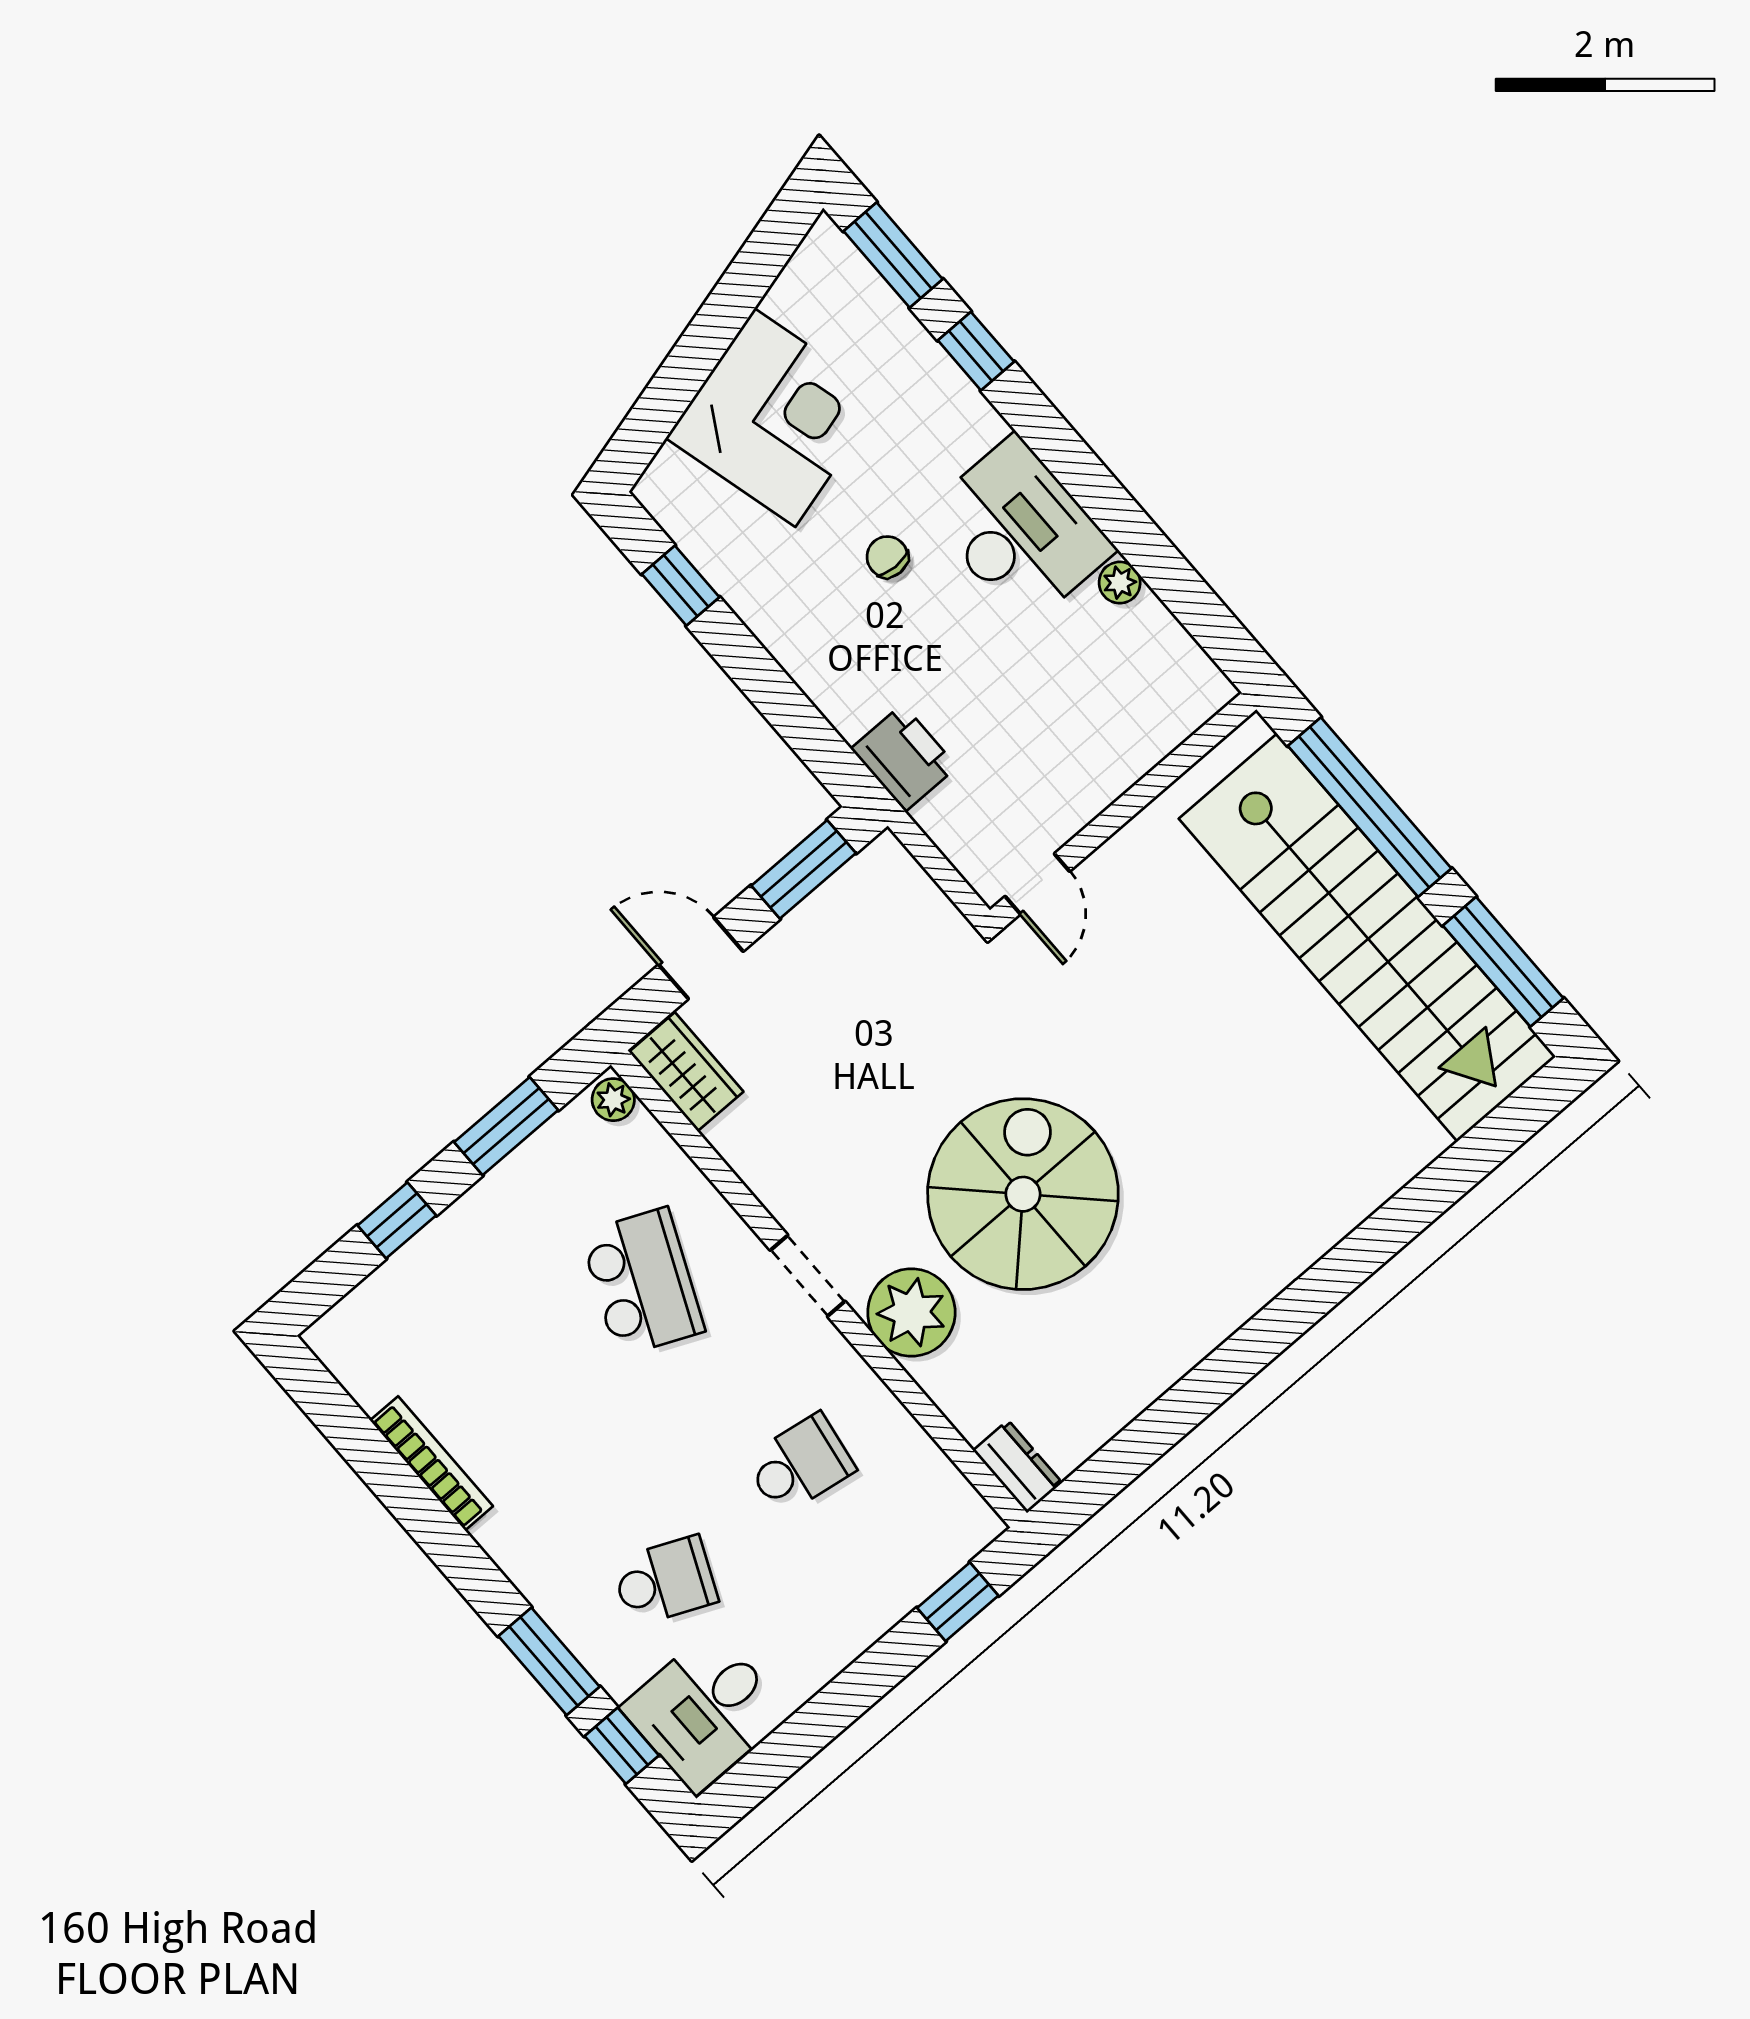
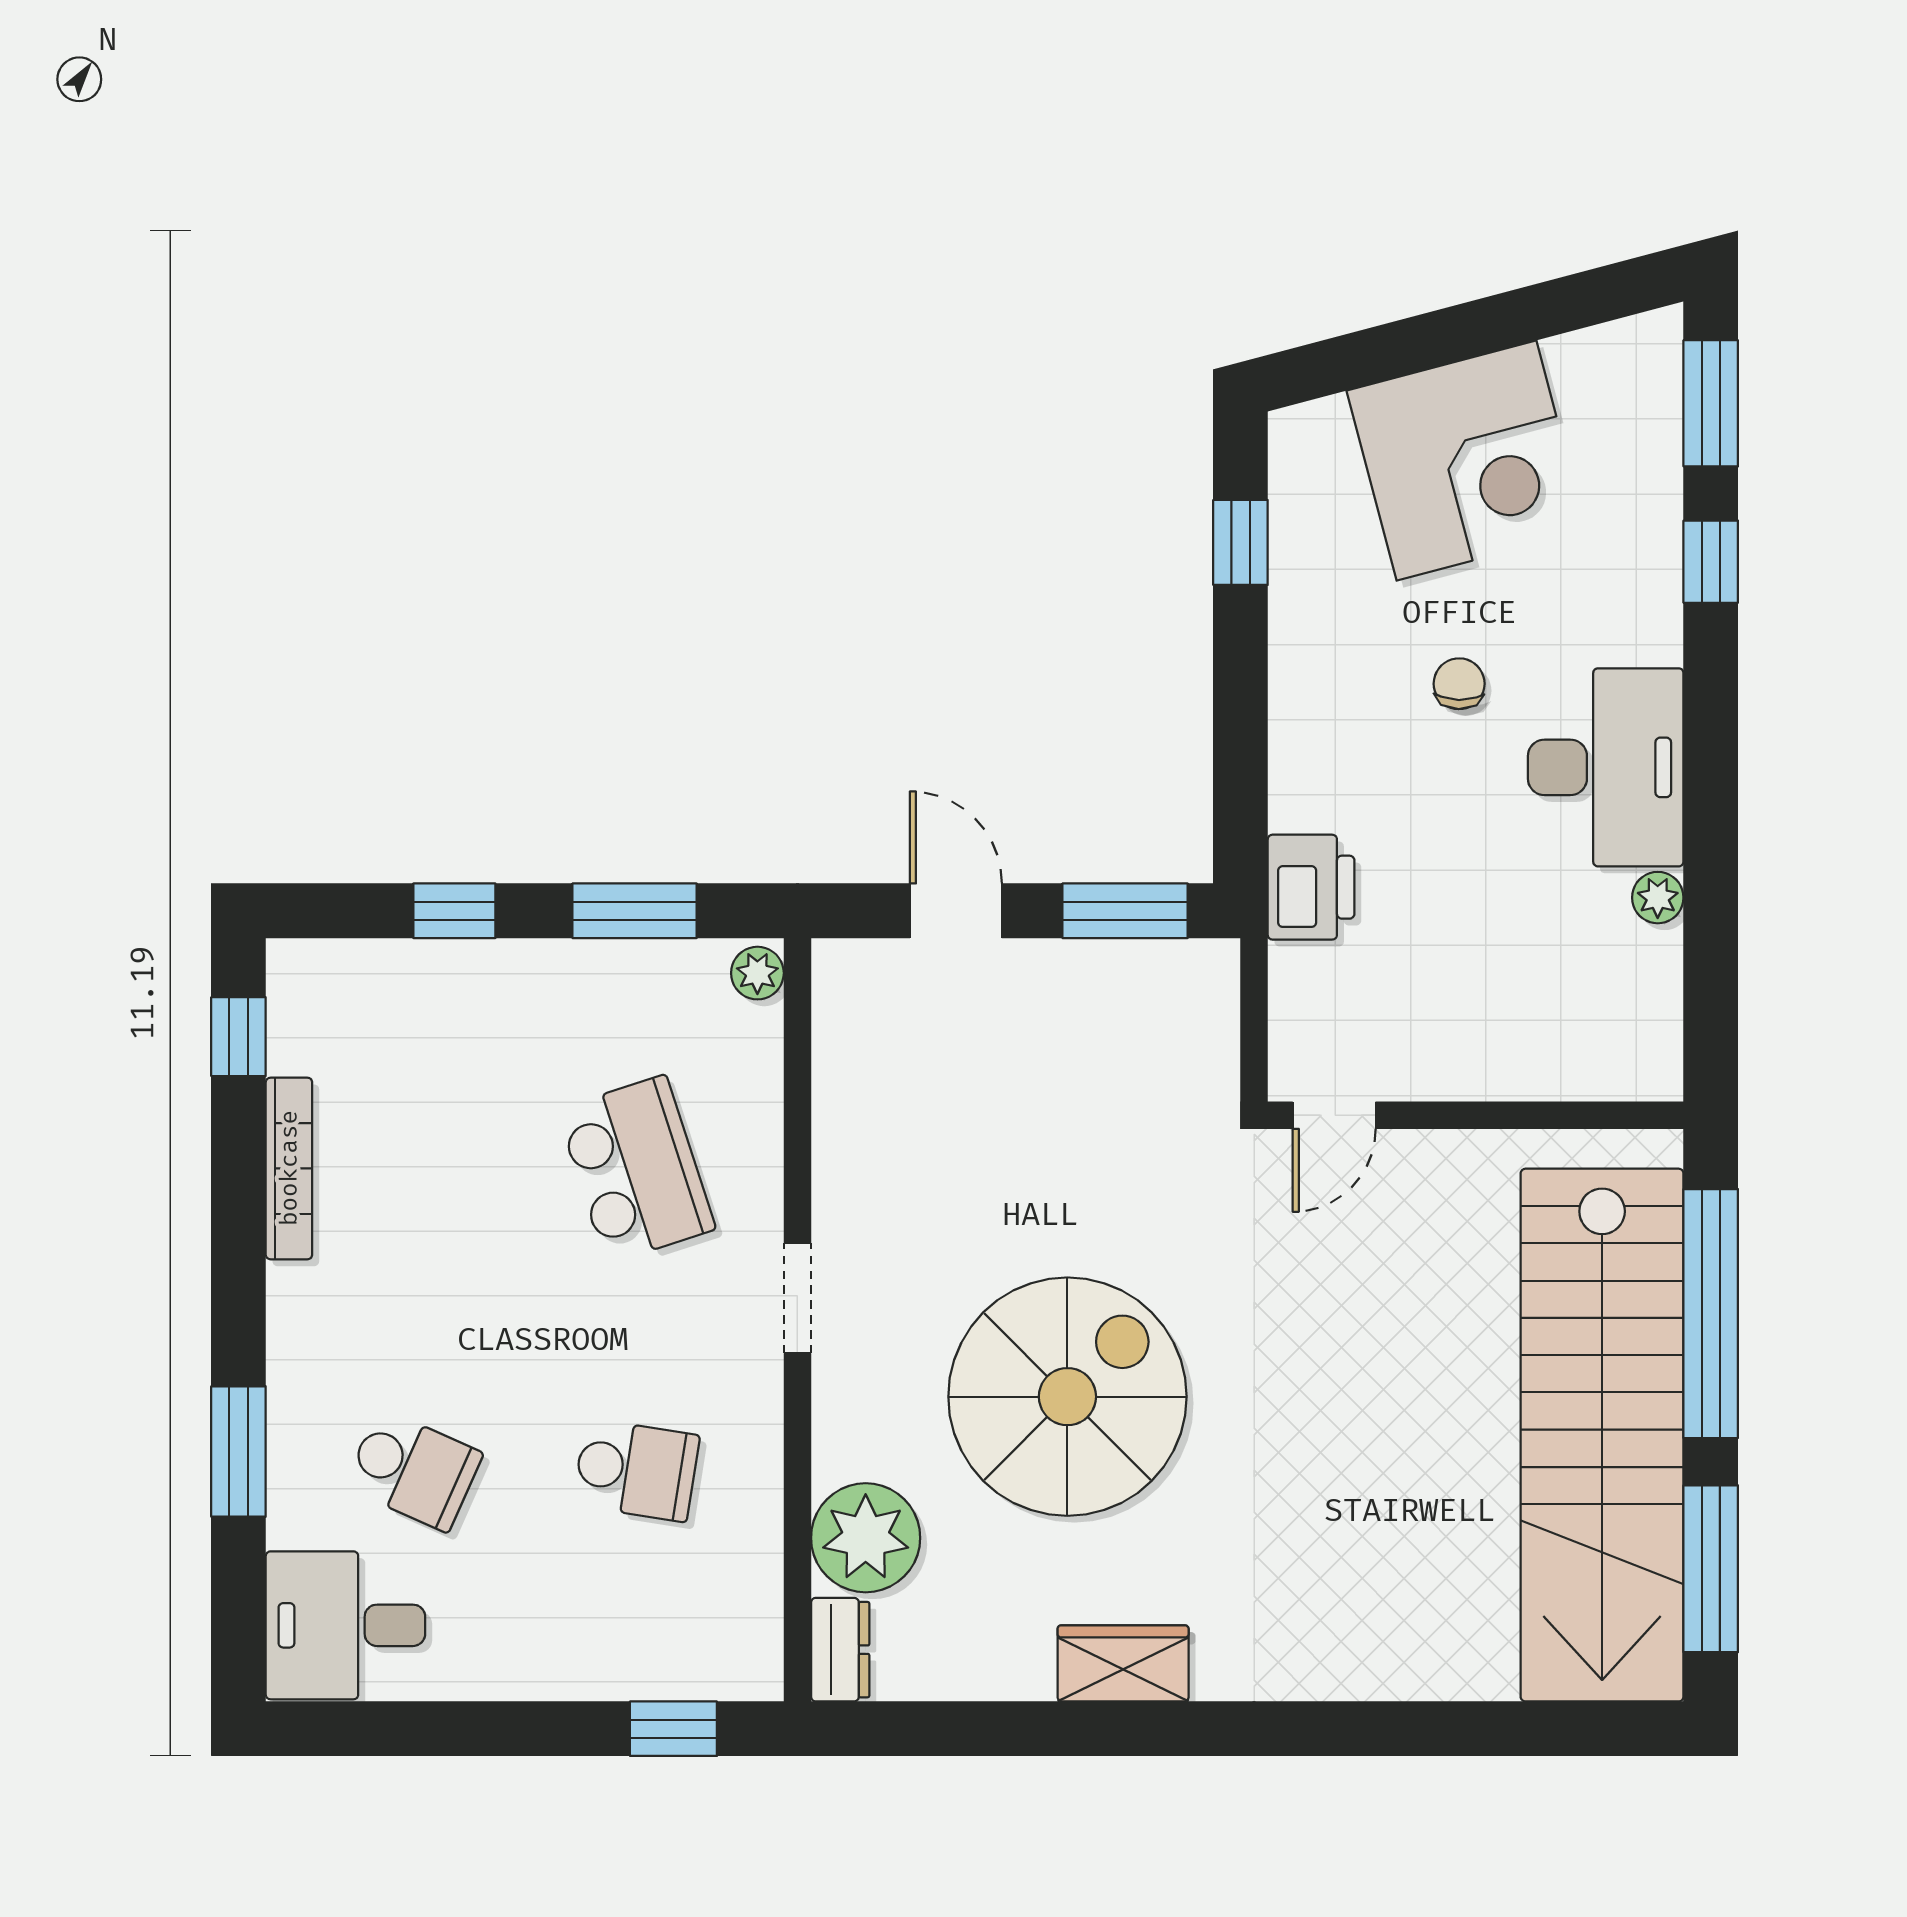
wardrobe: (686, 1072) -> (1123, 1663), moved, turned -90
school desk: (642, 1282) -> (636, 1169), turned -42
plant: (911, 1312) -> (866, 1538), moved
window: (622, 1746) -> (238, 1037), moved

